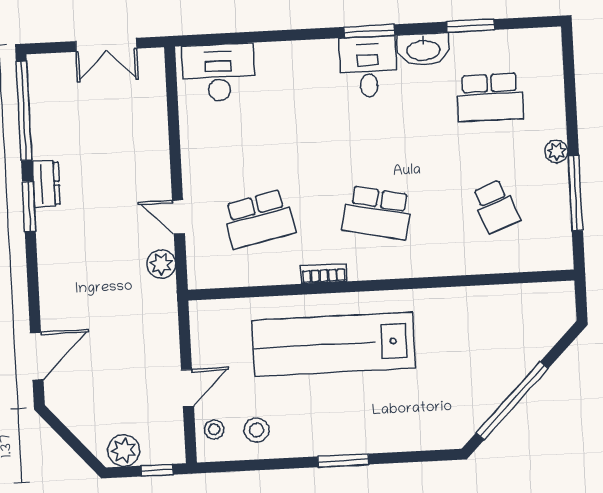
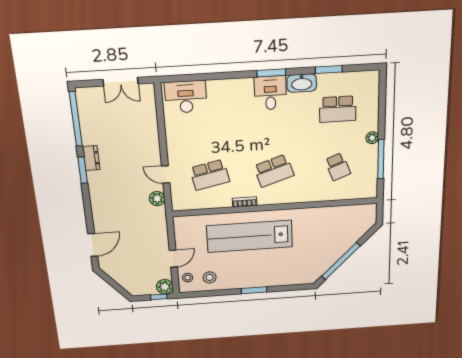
school desk: (377, 213) -> (274, 171), turned -30
plant: (124, 451) -> (165, 287), moved

